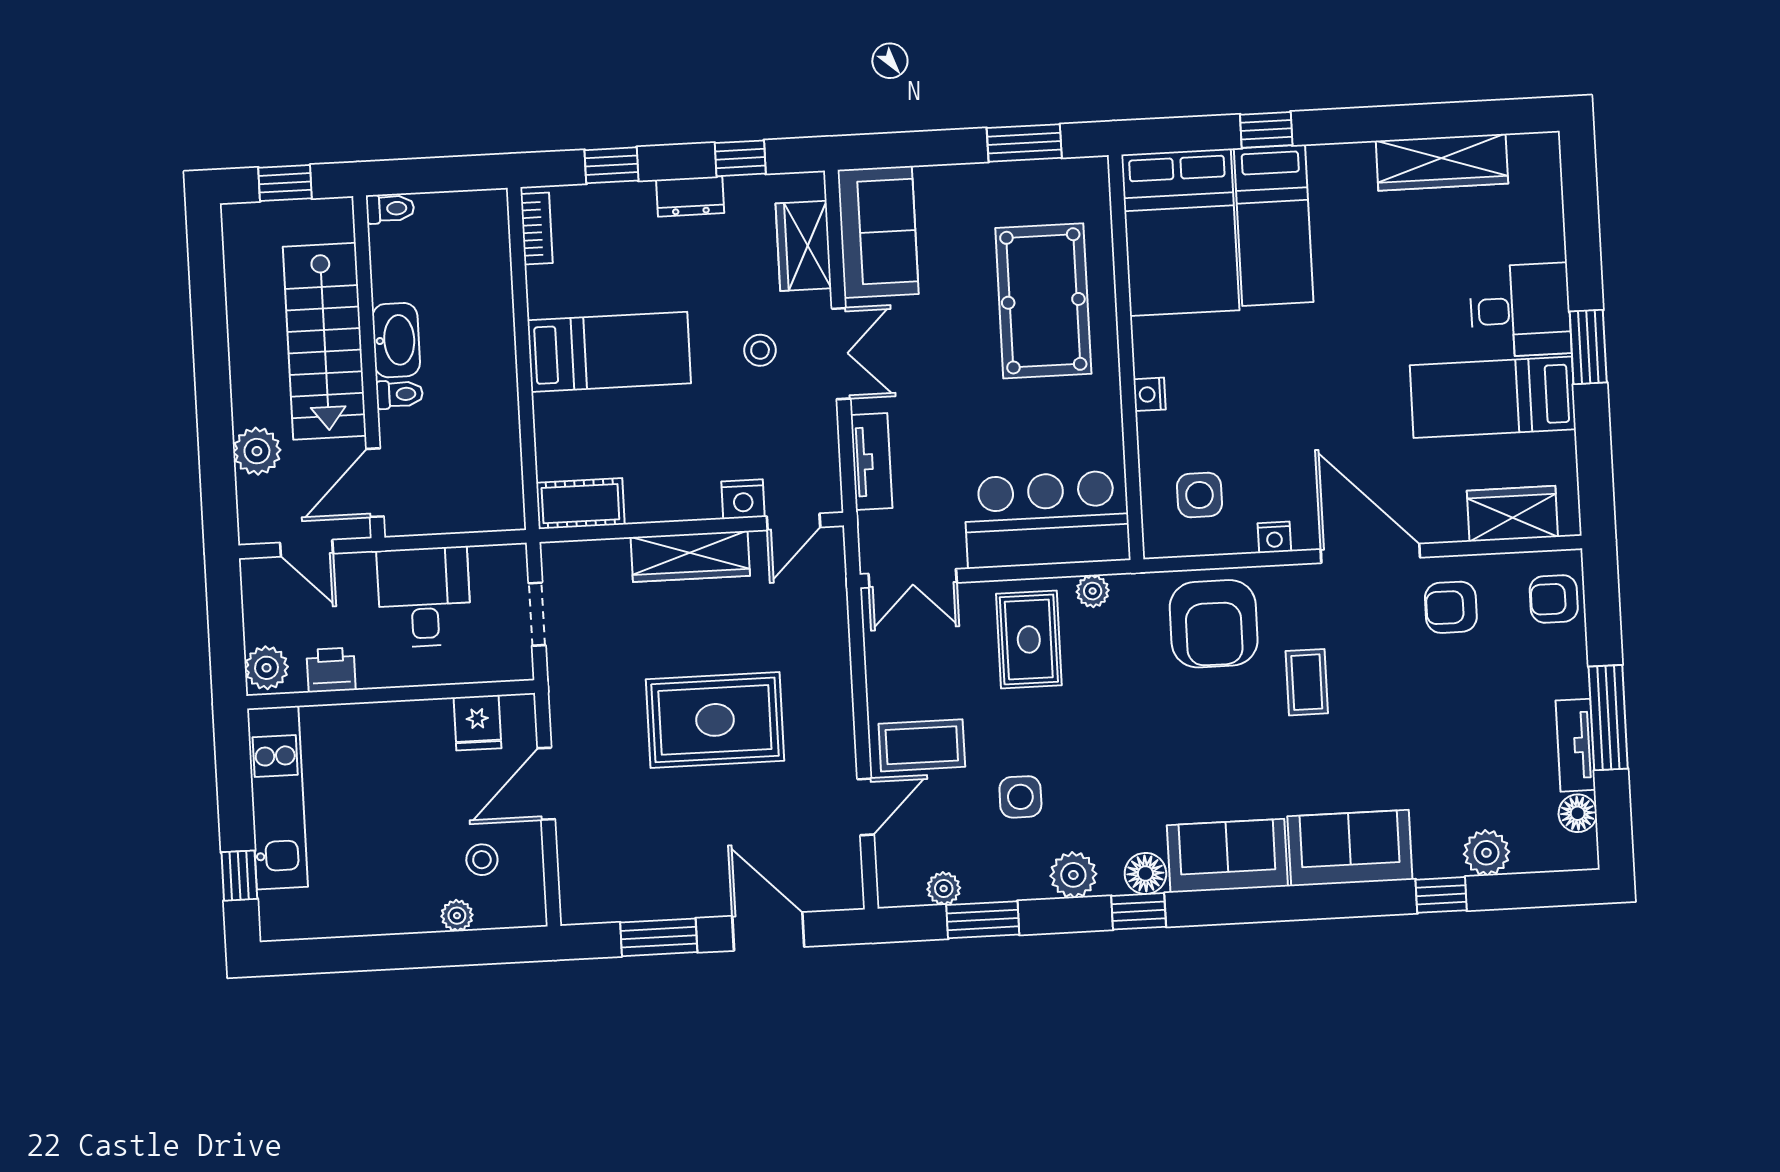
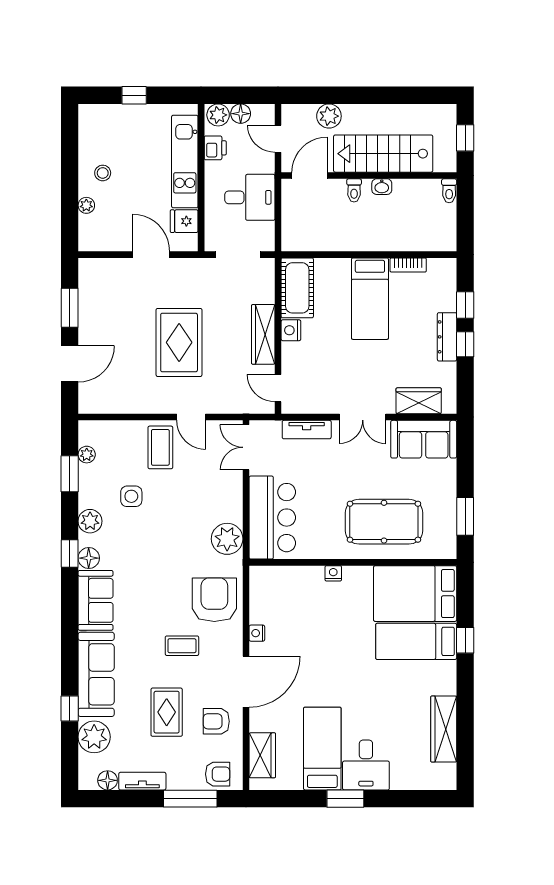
window: (740, 158) -> (465, 344), moved
dresser: (690, 196) -> (447, 337), width x1.44
bookcase: (537, 229) -> (408, 265), moved
washbasin: (396, 340) -> (382, 187), width x0.52, depth x0.69
stool: (760, 350) -> (367, 376), removed
door: (375, 483) -> (310, 175), hinge flipped
side table: (1199, 495) -> (280, 596), removed
nightstand: (743, 499) -> (291, 330), moved
cot: (580, 504) -> (297, 288), width x1.37, depth x1.34
door: (307, 548) -> (278, 139), hinge flipped
plant: (1093, 591) -> (227, 539), width x1.87, depth x1.87
armchair: (1554, 599) -> (218, 774), turned 90
armchair: (1451, 607) -> (216, 721), turned -90
doorway: (537, 614) -> (238, 255), width x1.38
floor lamp: (262, 624) -> (241, 114), added
armchair: (1214, 624) -> (214, 600), turned 90
rug: (1029, 639) -> (167, 712), moved, turned 90
window: (1608, 718) -> (190, 799), moved
kitchen unit: (277, 798) -> (185, 162), moved, turned 90
door: (866, 807) -> (191, 417), moved
sofa: (1350, 848) -> (96, 674), width x1.36
plant: (1486, 853) -> (94, 737), width x1.36, depth x1.36
stool: (482, 860) -> (103, 173), moved
window: (239, 876) -> (134, 95), moved

